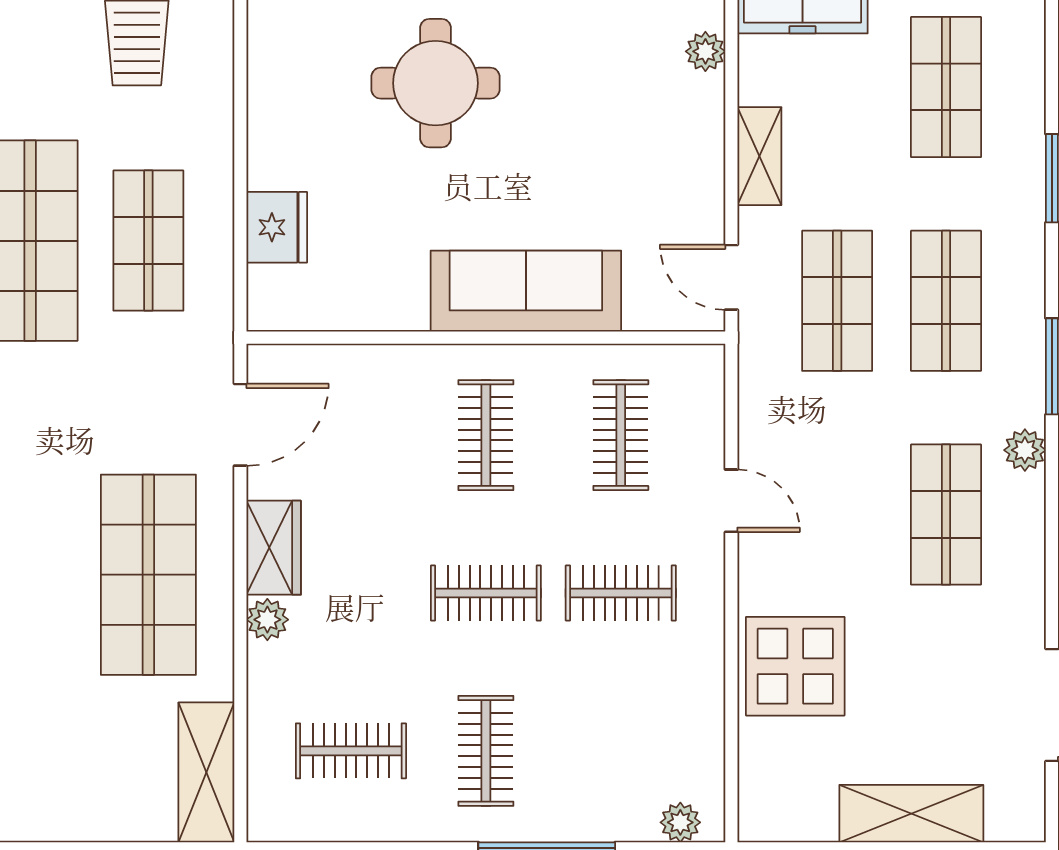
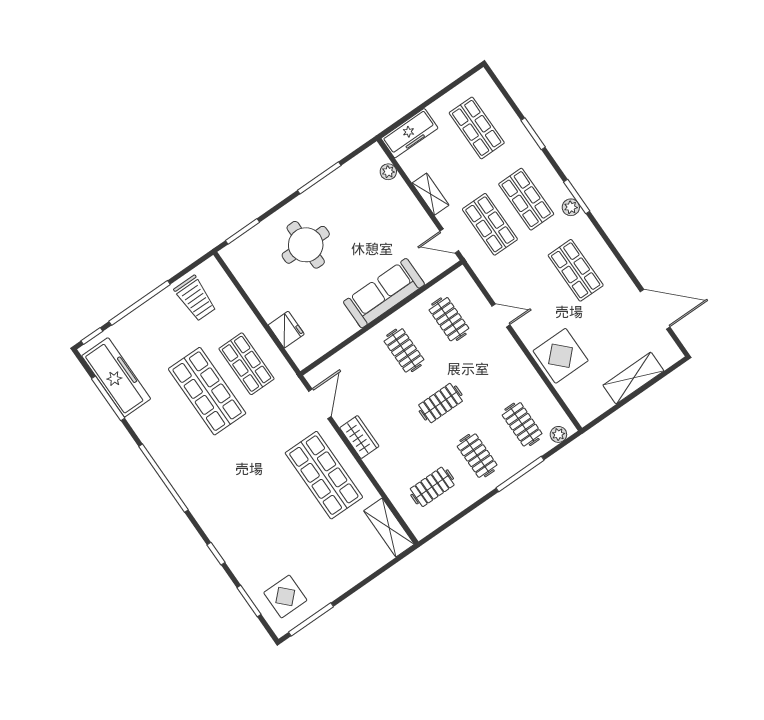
plant: (1025, 450) -> (571, 207), moved
clothes rail: (621, 593) -> (522, 424), moved, turned 90
plant: (267, 620) -> (374, 462), removed

